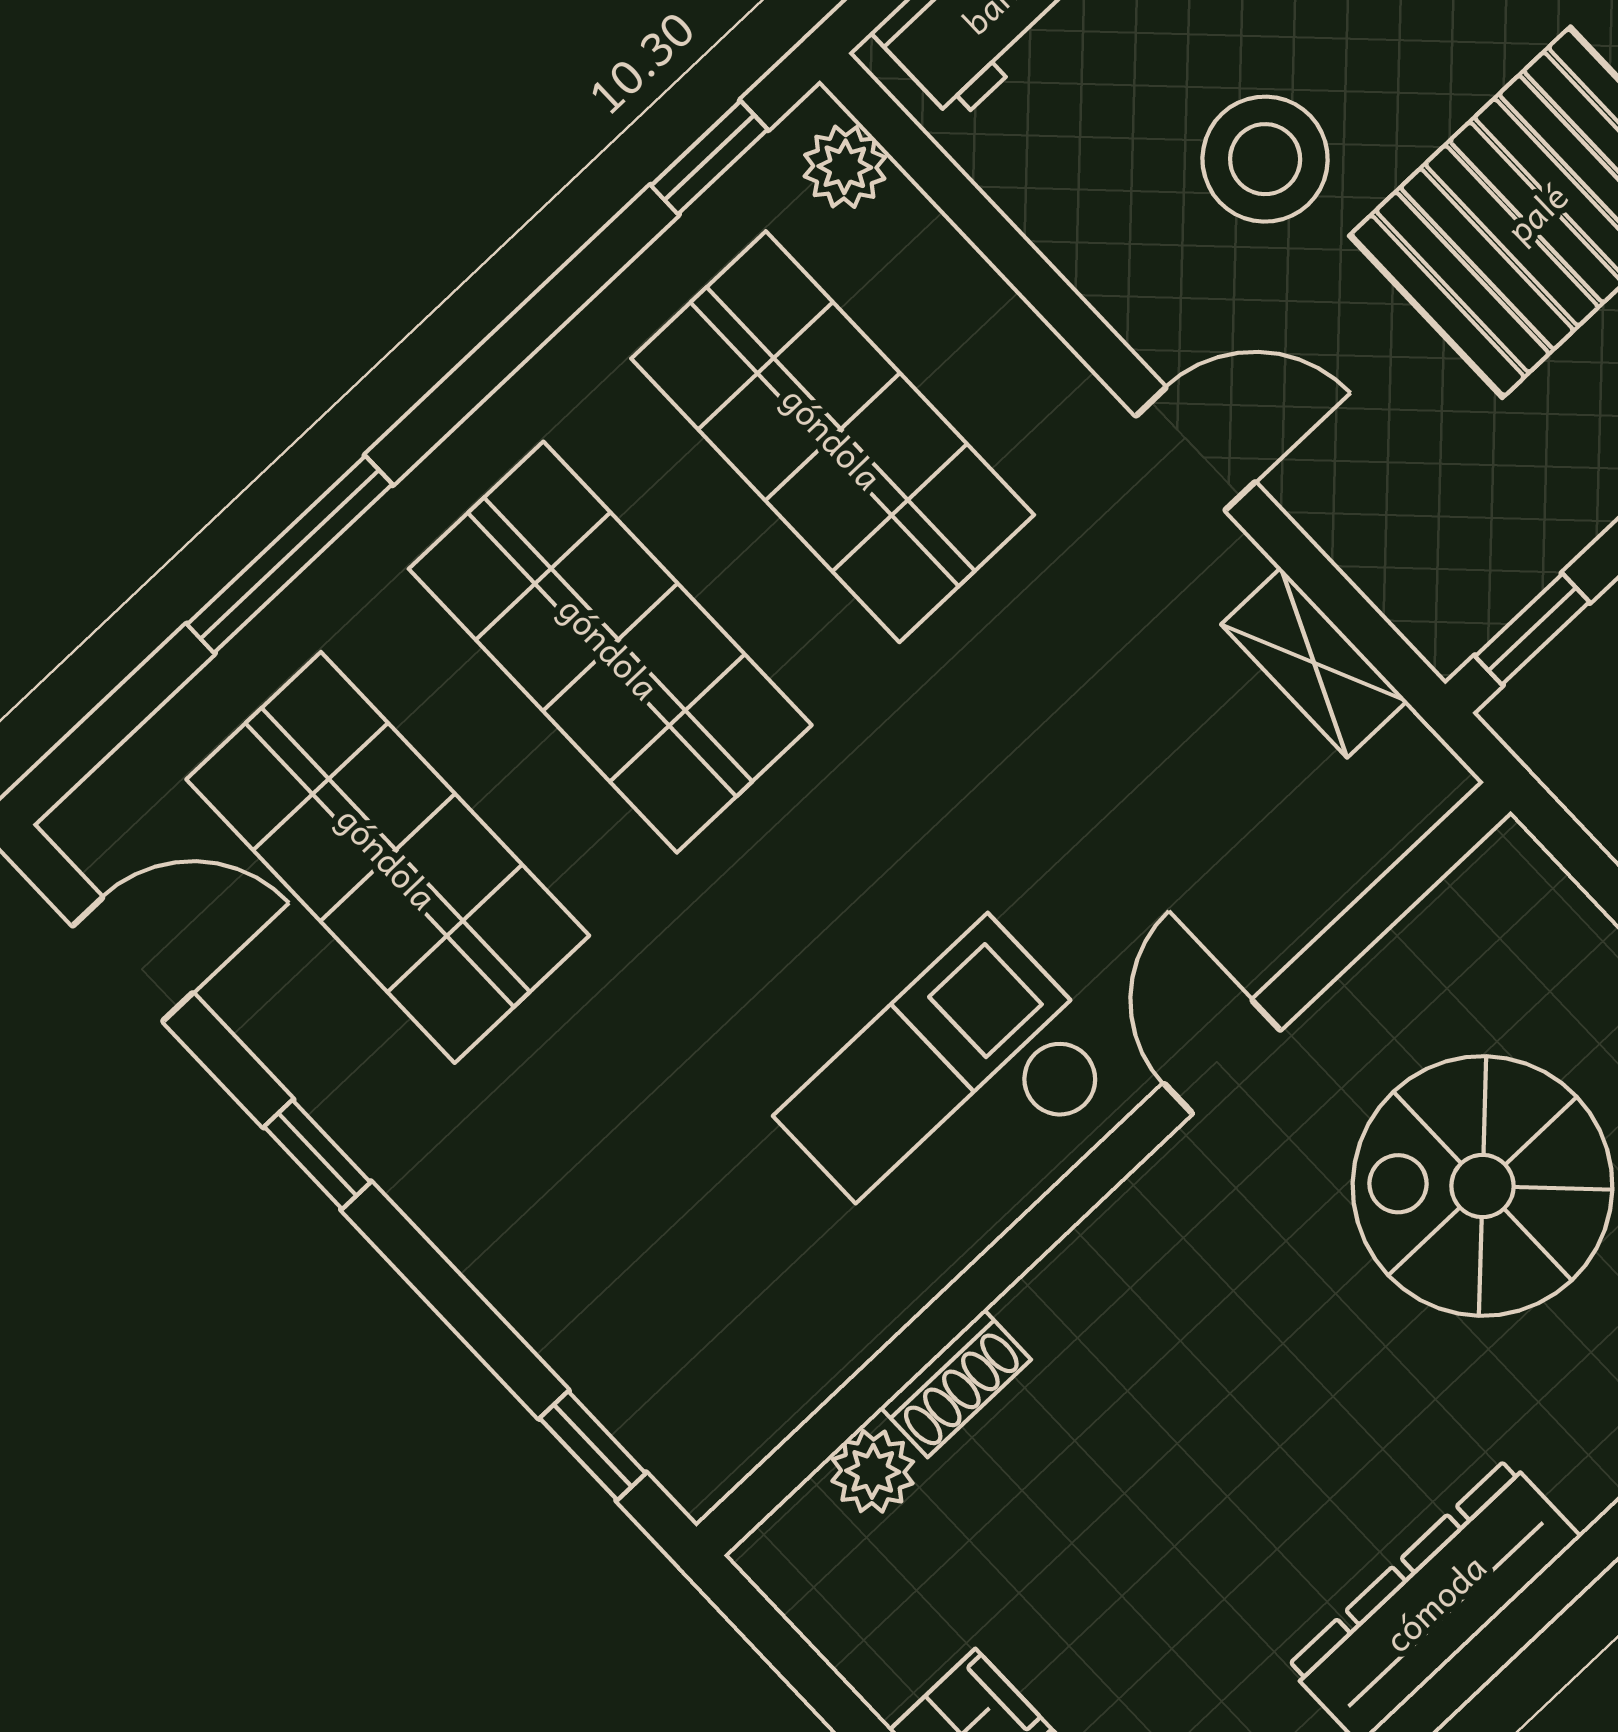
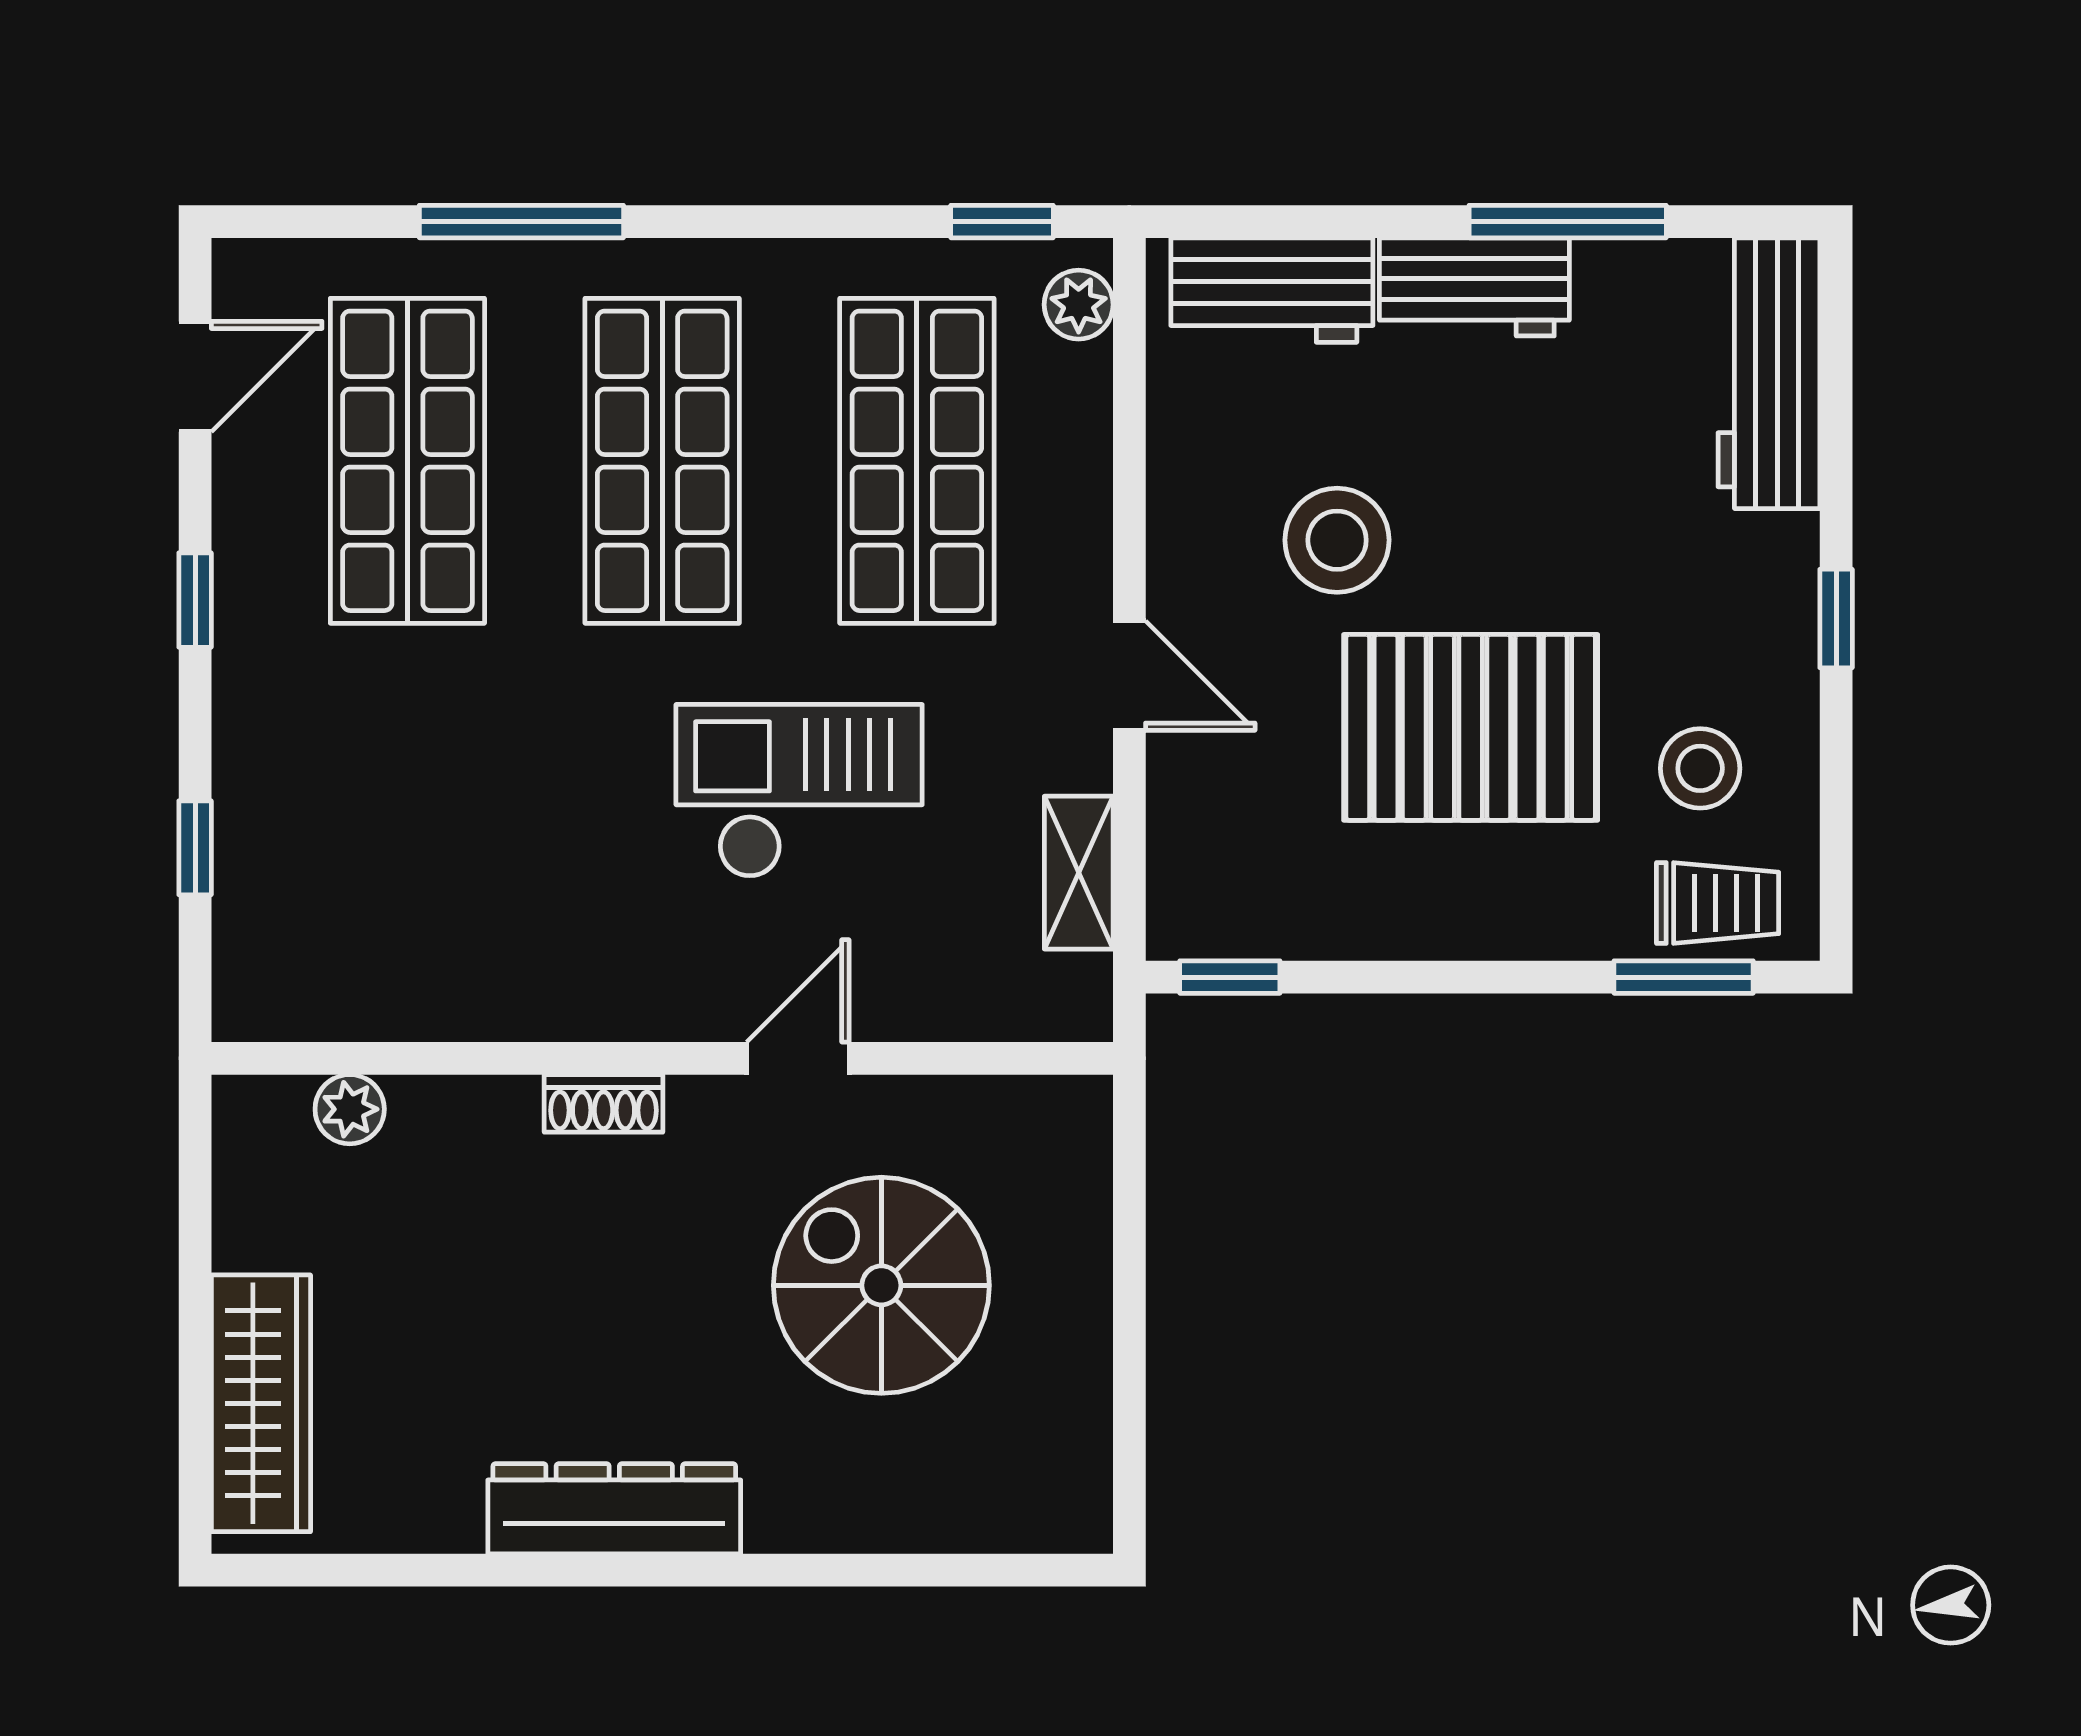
door: (133, 959) -> (195, 377), hinge flipped
checkout: (952, 1090) -> (799, 791), moved
shoe rack: (956, 1383) -> (604, 1103), moved
window: (593, 1446) -> (195, 848), moved

